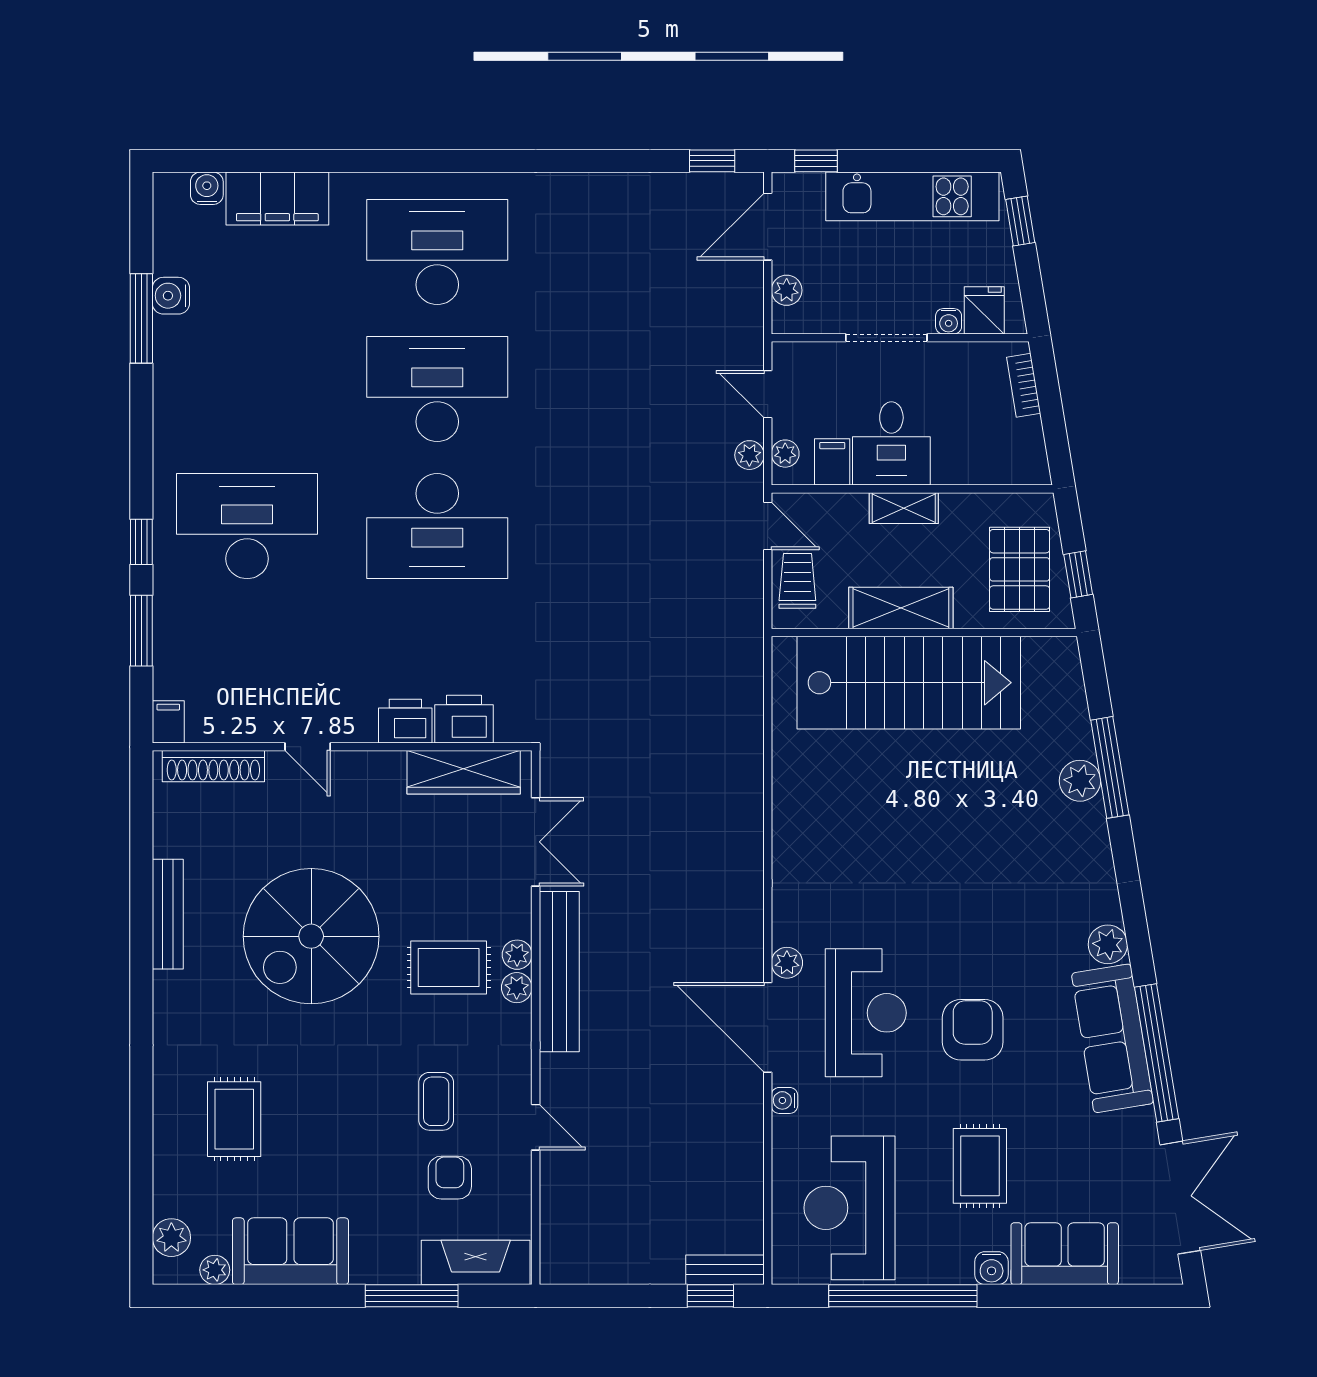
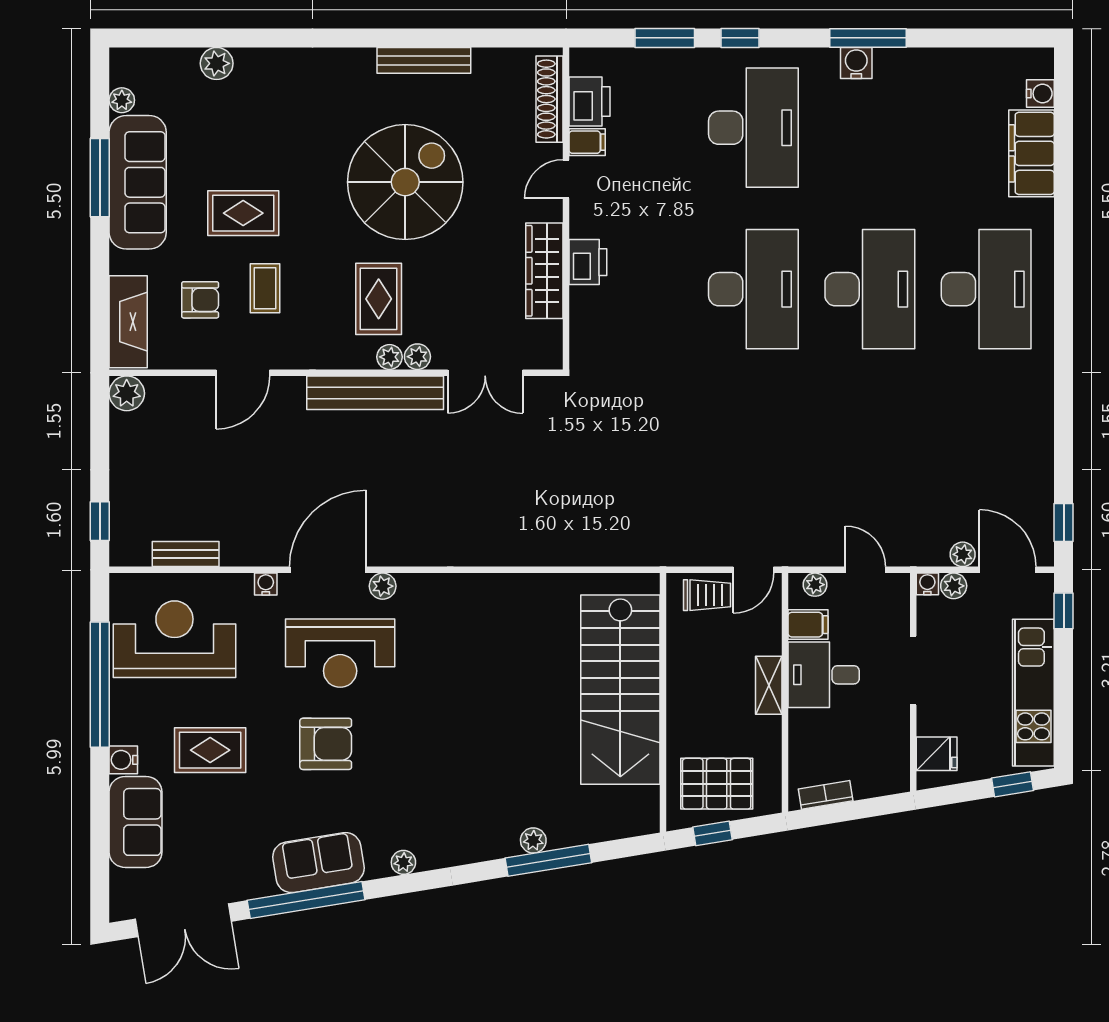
water cooler: (171, 296) -> (856, 63), moved
window: (141, 318) -> (868, 38), moved
water cooler: (949, 321) -> (927, 584), moved, turned 90
bookcase: (1024, 385) -> (826, 795), moved
door: (768, 394) -> (865, 570), hinge flipped
plant: (749, 455) -> (963, 554), moved
desk: (437, 526) -> (753, 289), turned 180
shelving: (901, 608) -> (684, 683), removed
printer: (464, 719) -> (590, 101), moved
filing cabinet: (168, 722) -> (587, 142), moved
wardrobe: (464, 772) -> (544, 271), moved
plant: (1080, 781) -> (533, 840), width x0.73, depth x0.73
spiral stairs: (311, 936) -> (405, 182), turned 90
plant: (1108, 944) -> (403, 862), width x0.73, depth x0.73
plant: (517, 988) -> (417, 357), moved
sofa: (1112, 1038) -> (318, 863), width x0.73
coffee table: (436, 1101) -> (265, 288), turned 90
rug: (234, 1119) -> (243, 213), moved
door: (536, 1127) -> (243, 373), width x1.38
plant: (171, 1238) -> (217, 63), moved
sofa: (290, 1251) -> (138, 182), width x1.36
plant: (560, 1264) -> (127, 393), added
bench: (725, 1270) -> (186, 554), moved, turned 90
window: (412, 1296) -> (100, 178), moved

